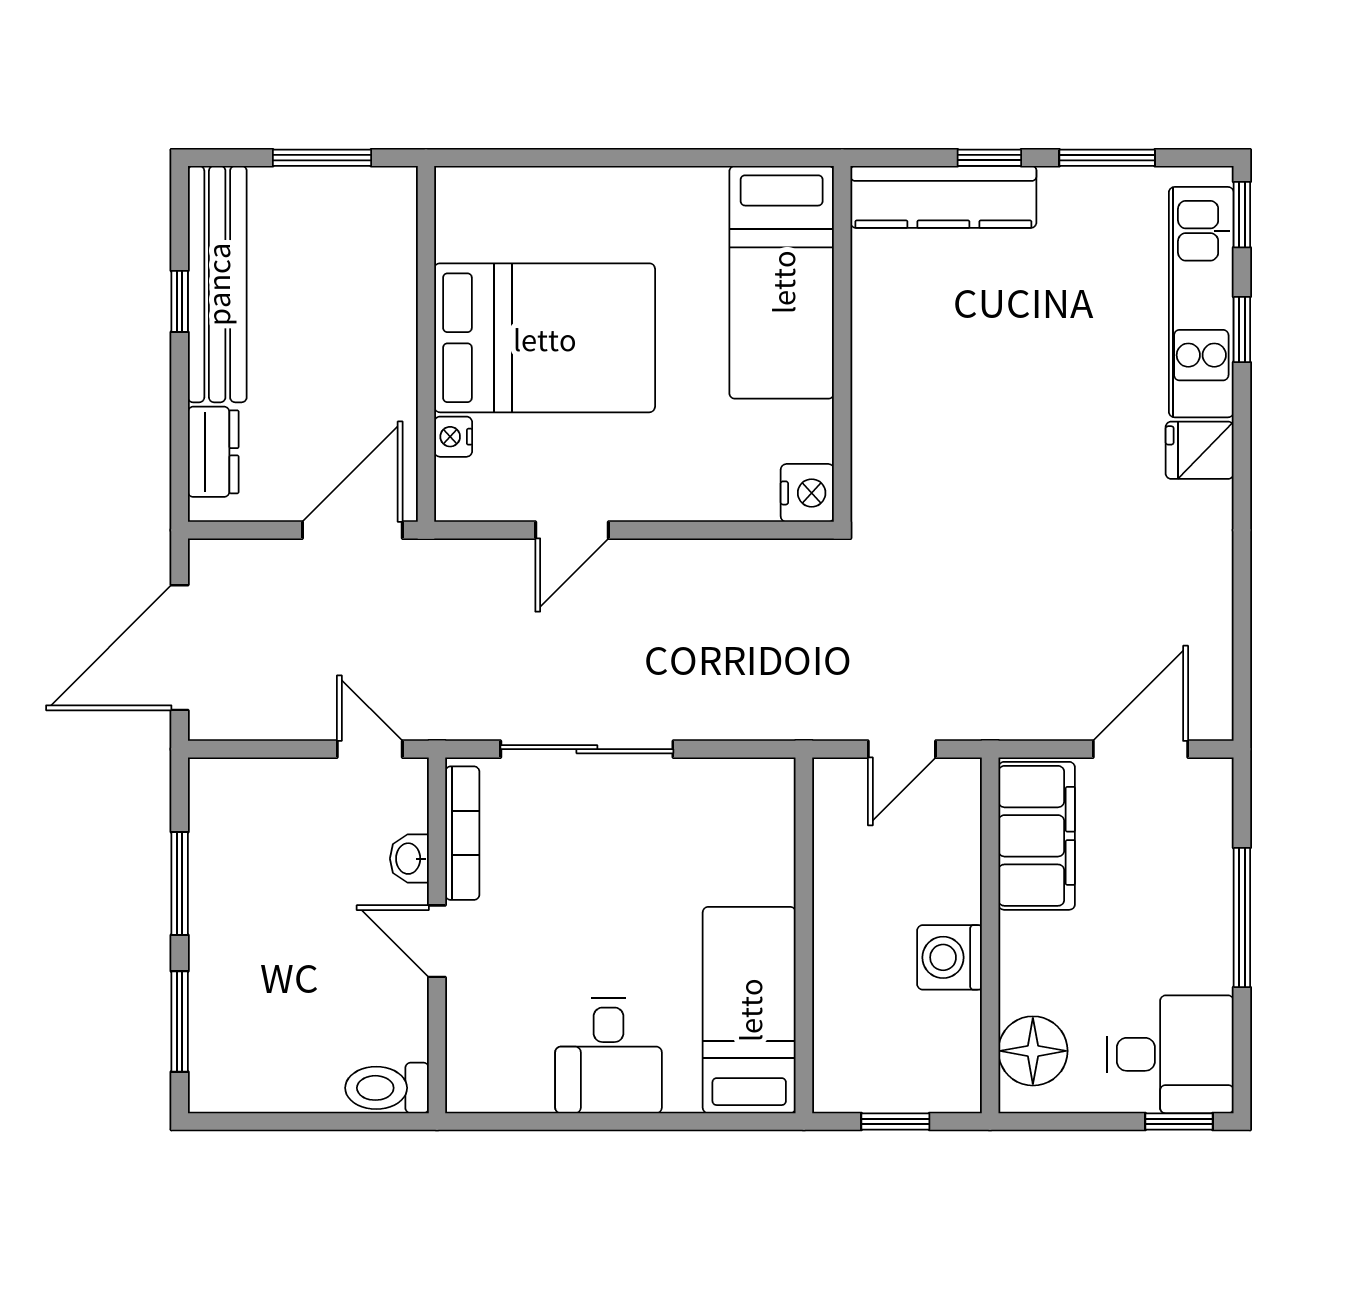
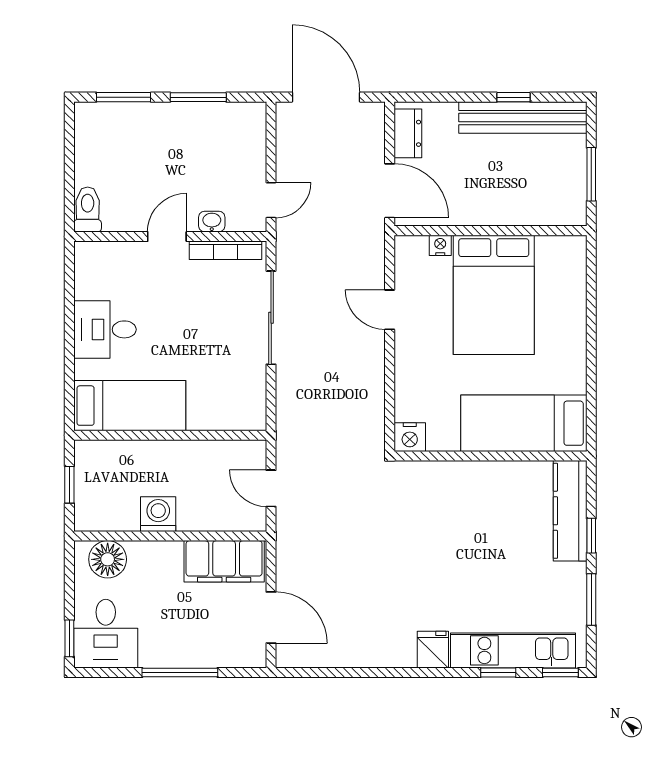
dresser: (213, 452) -> (408, 133), moved, turned -90

